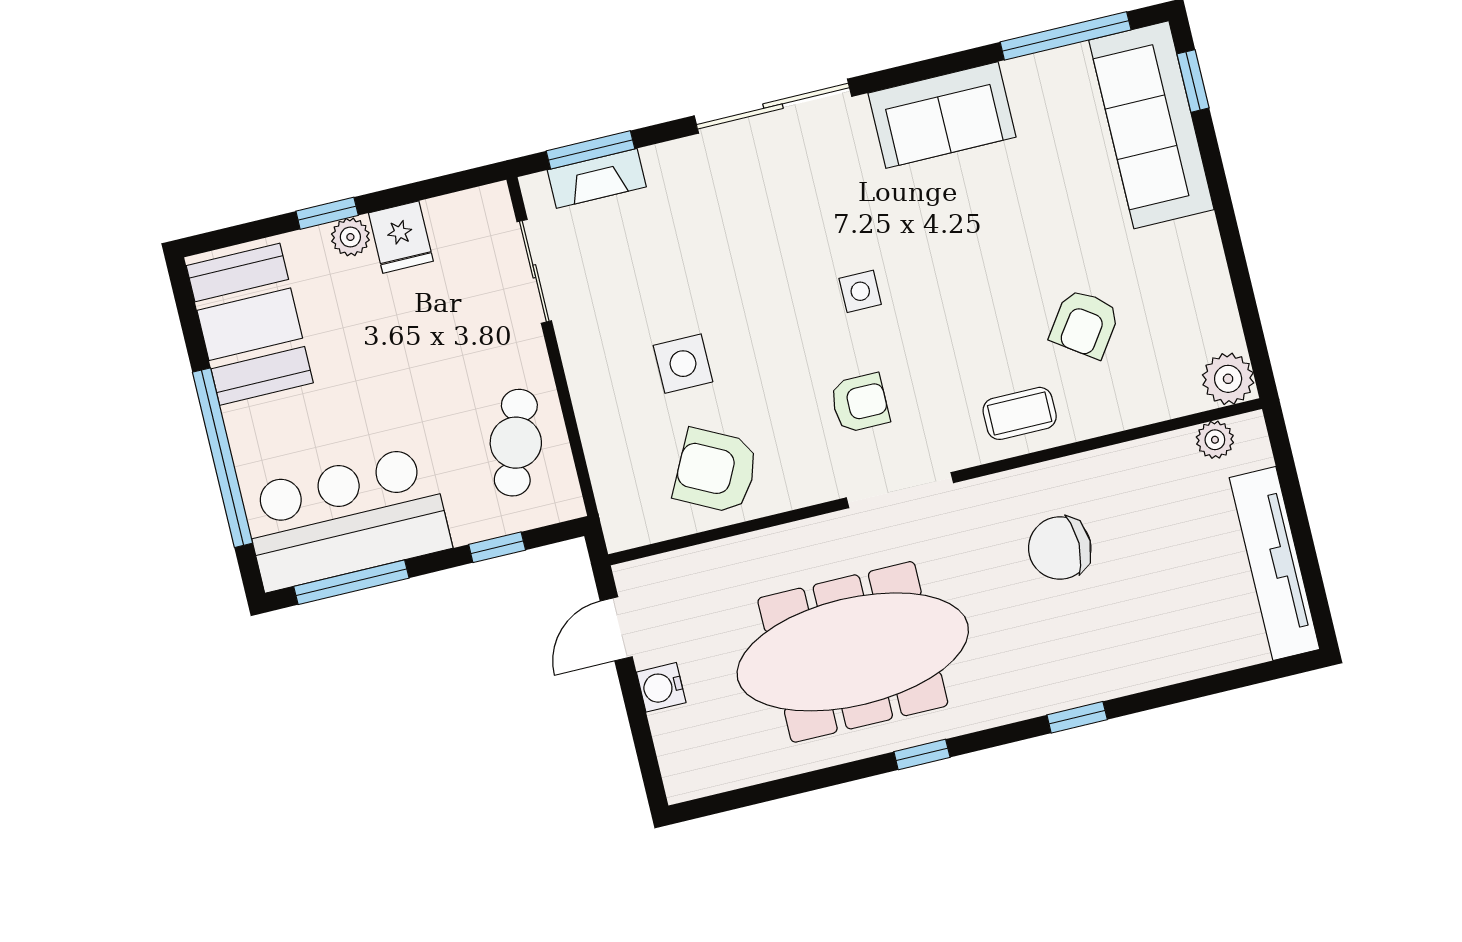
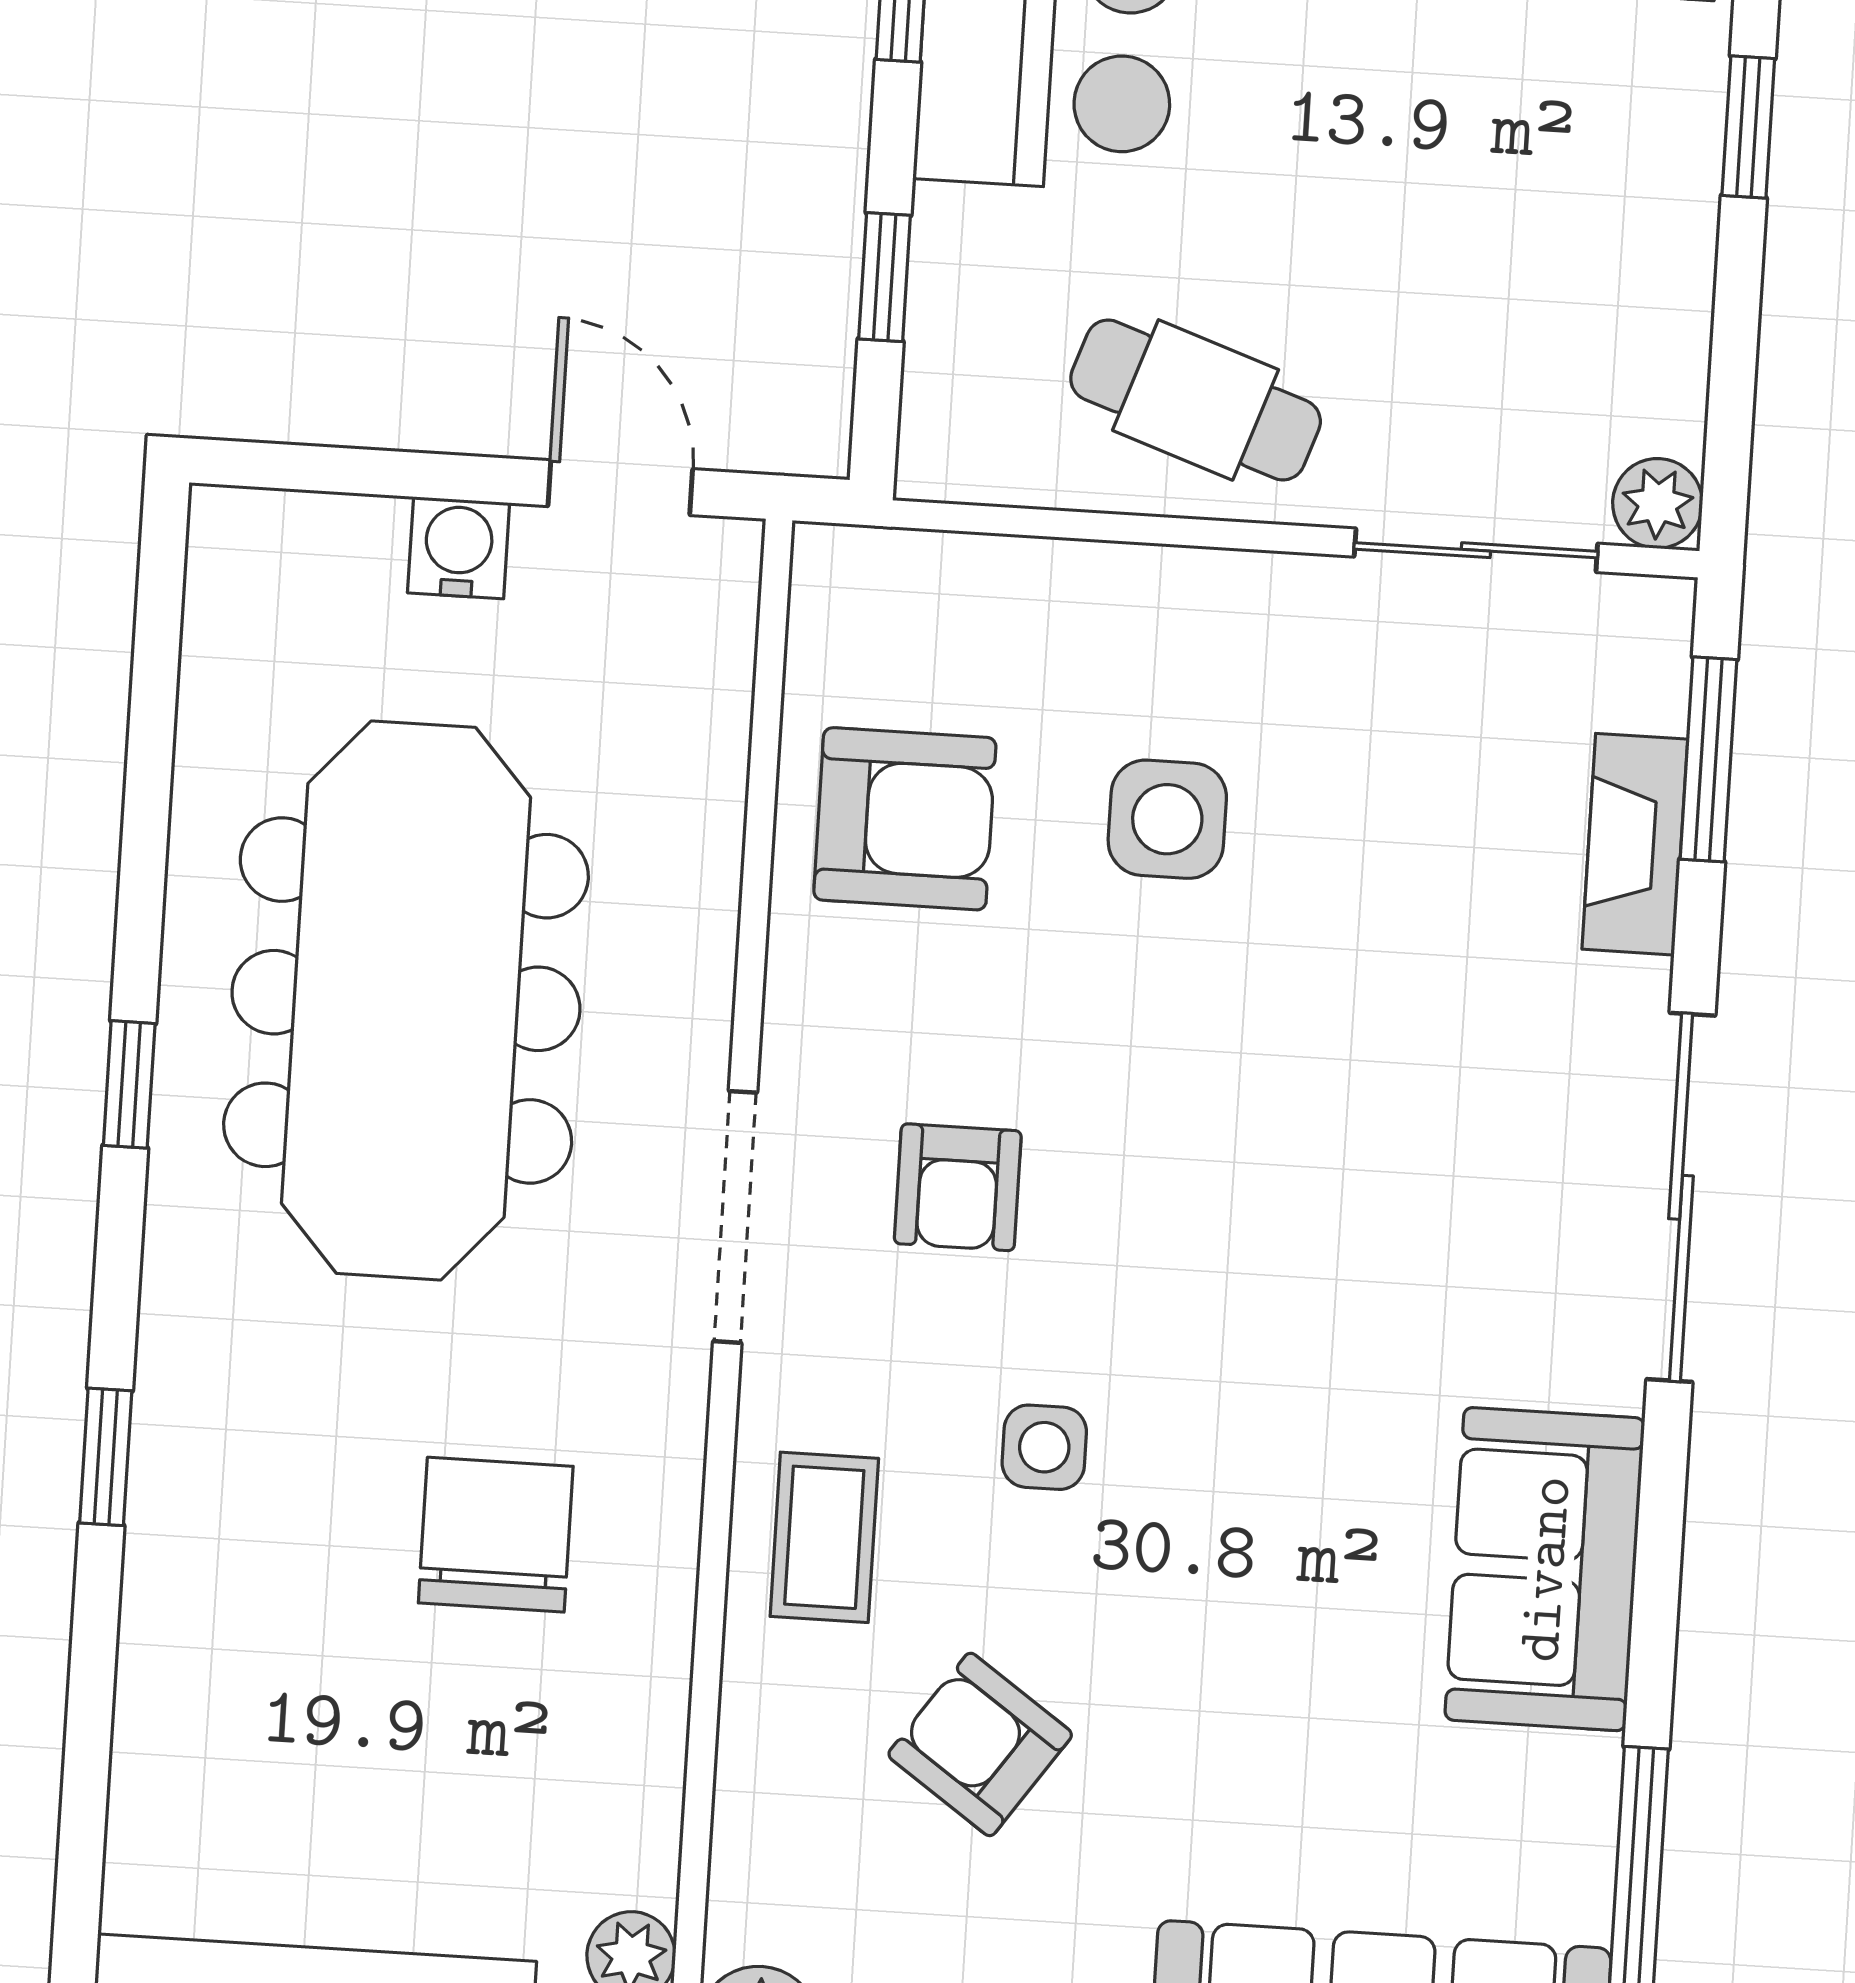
fireplace: (597, 178) -> (1635, 844), moved
plant: (350, 237) -> (1658, 503), moved
fridge: (401, 237) -> (1644, 275), removed
side table: (860, 291) -> (1044, 1447), moved
cafe table: (516, 443) -> (1196, 400), moved
armchair: (716, 471) -> (905, 819), turned 63

